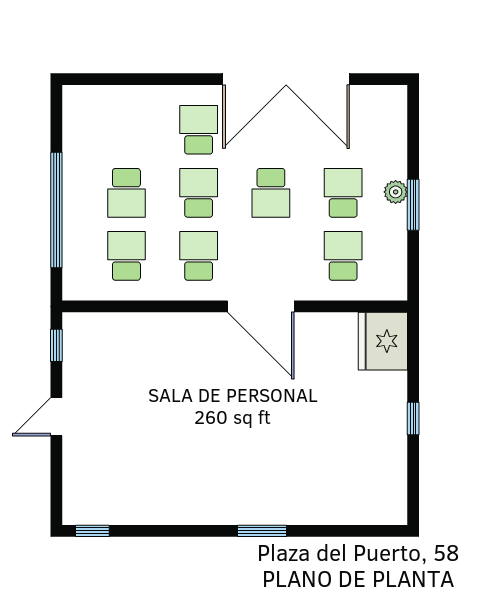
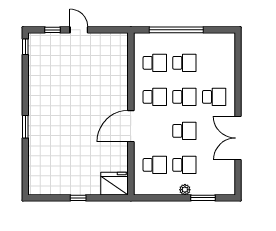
double door: (286, 79) -> (238, 138), width x0.73
school desk: (126, 193) -> (184, 63), turned 180
school desk: (271, 193) -> (184, 131), turned 180
window: (413, 205) -> (203, 198), moved
window: (56, 345) -> (52, 30), moved

